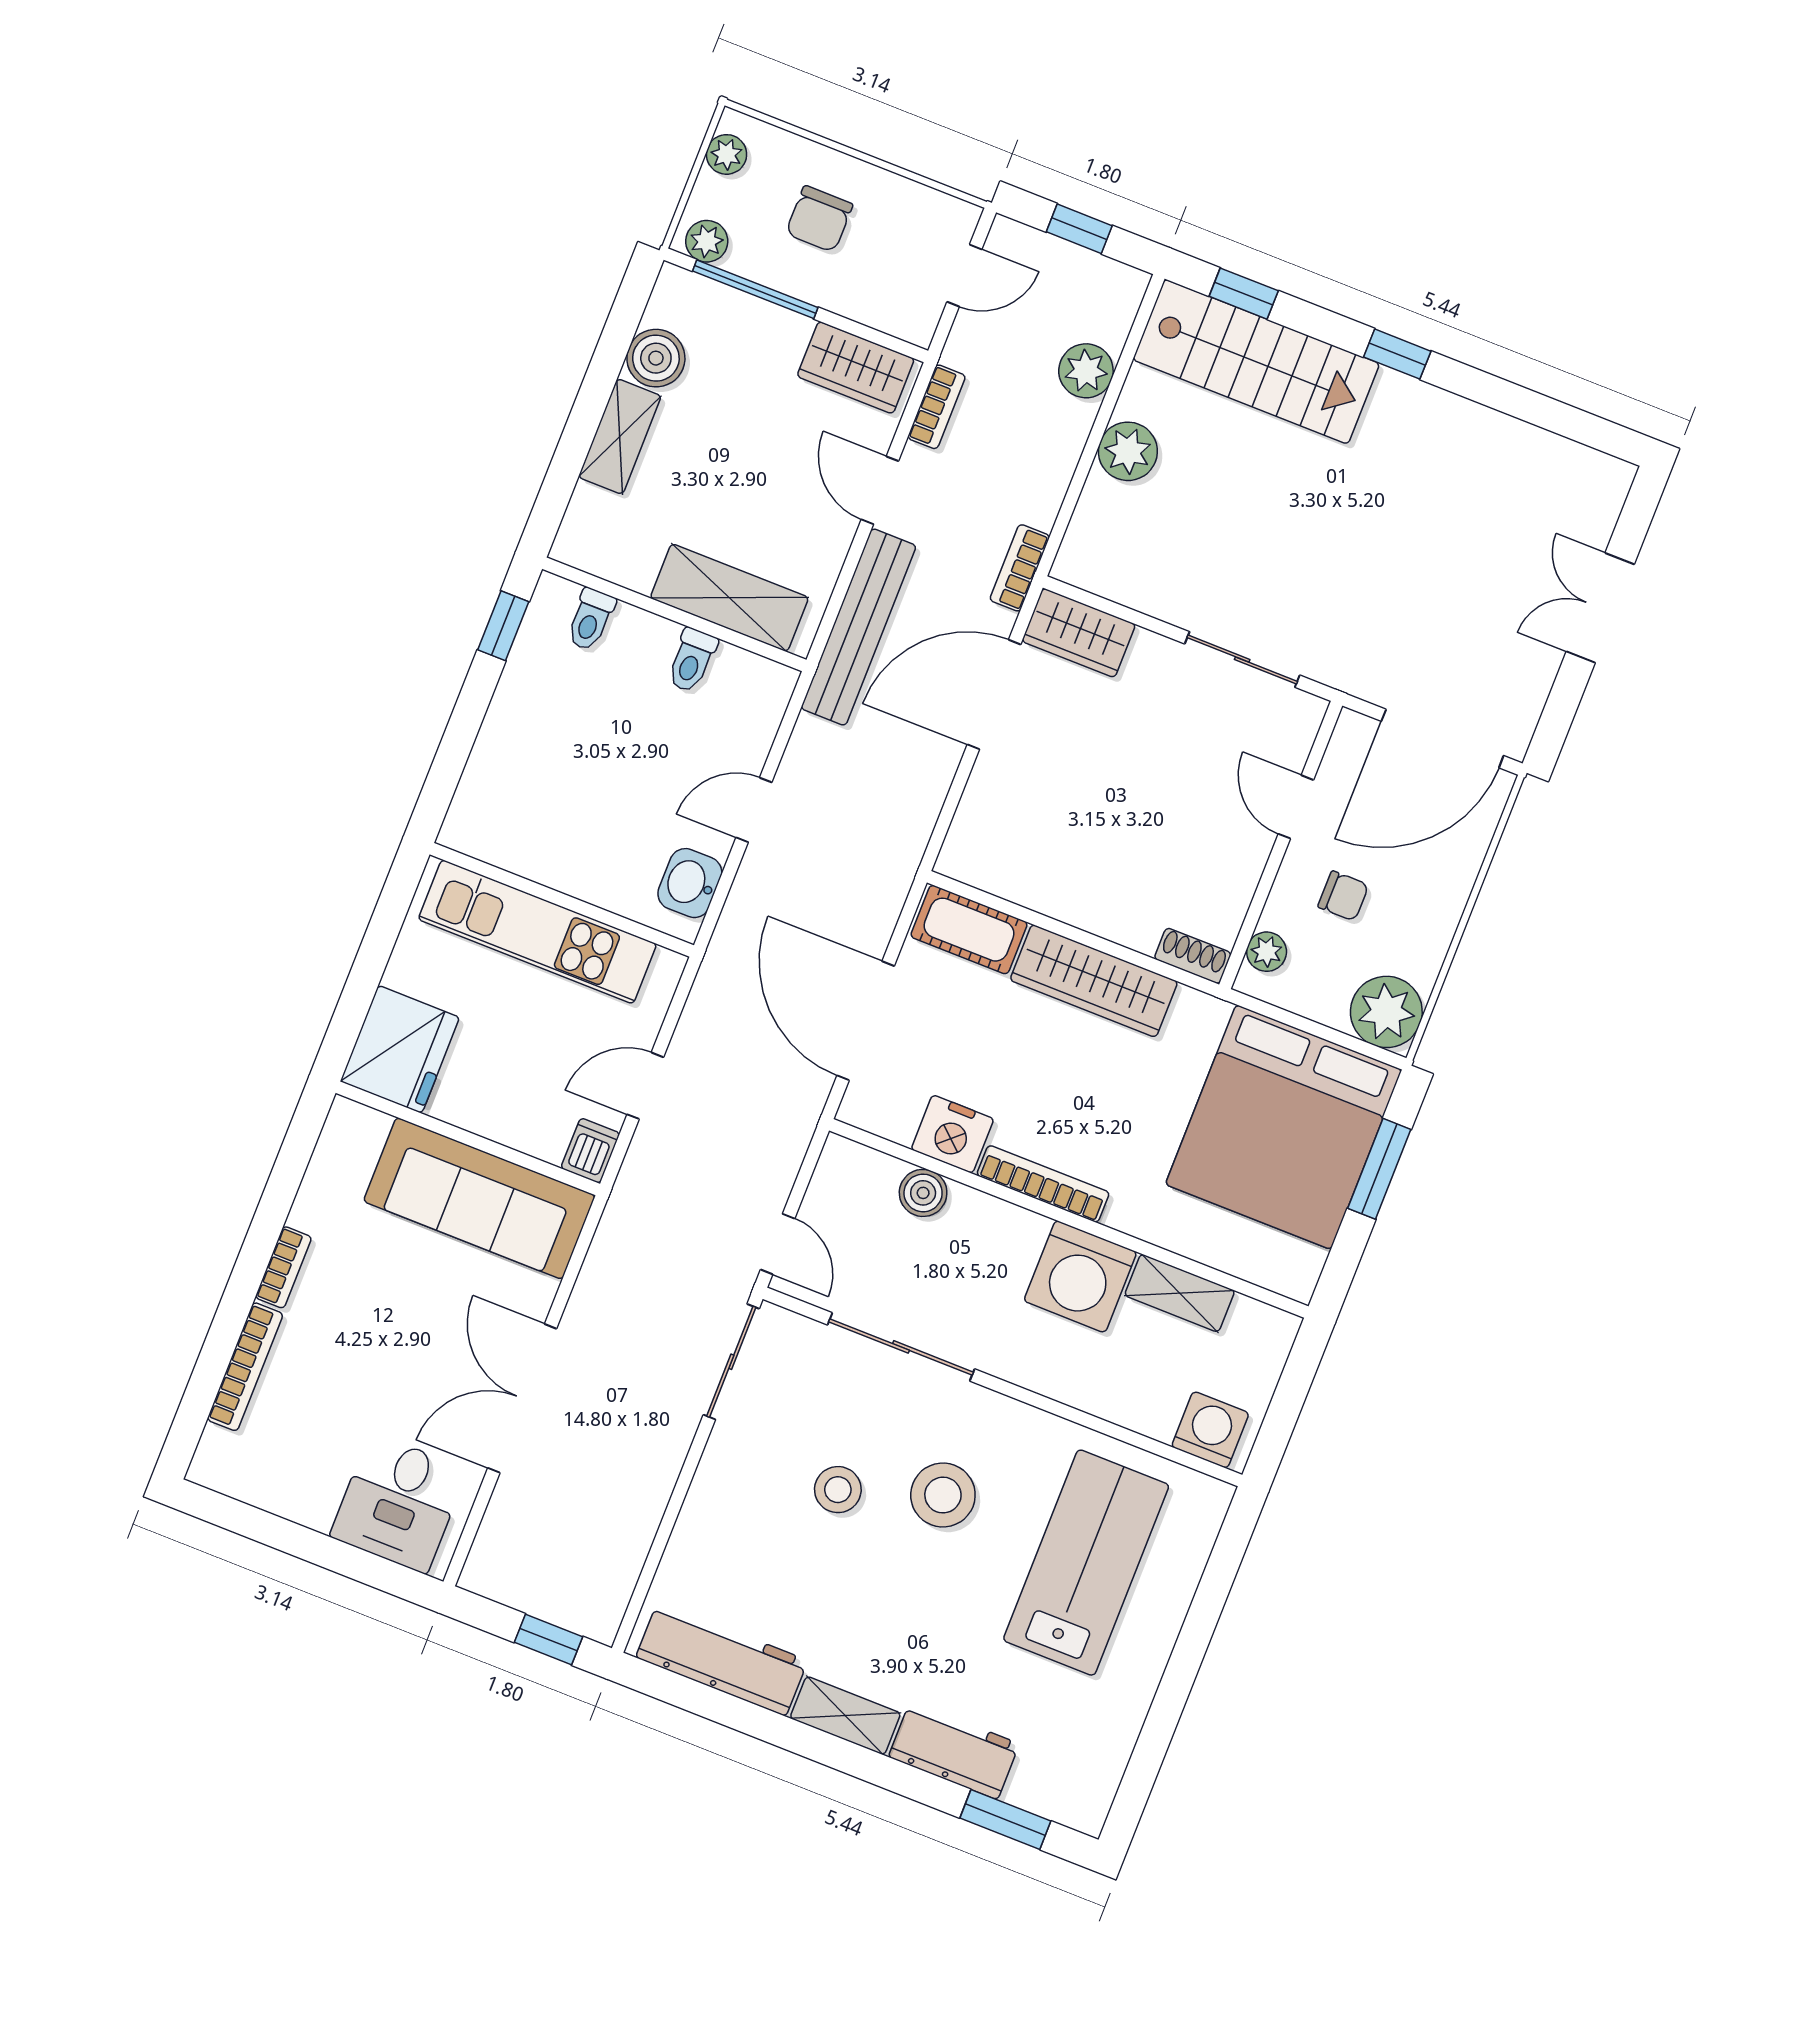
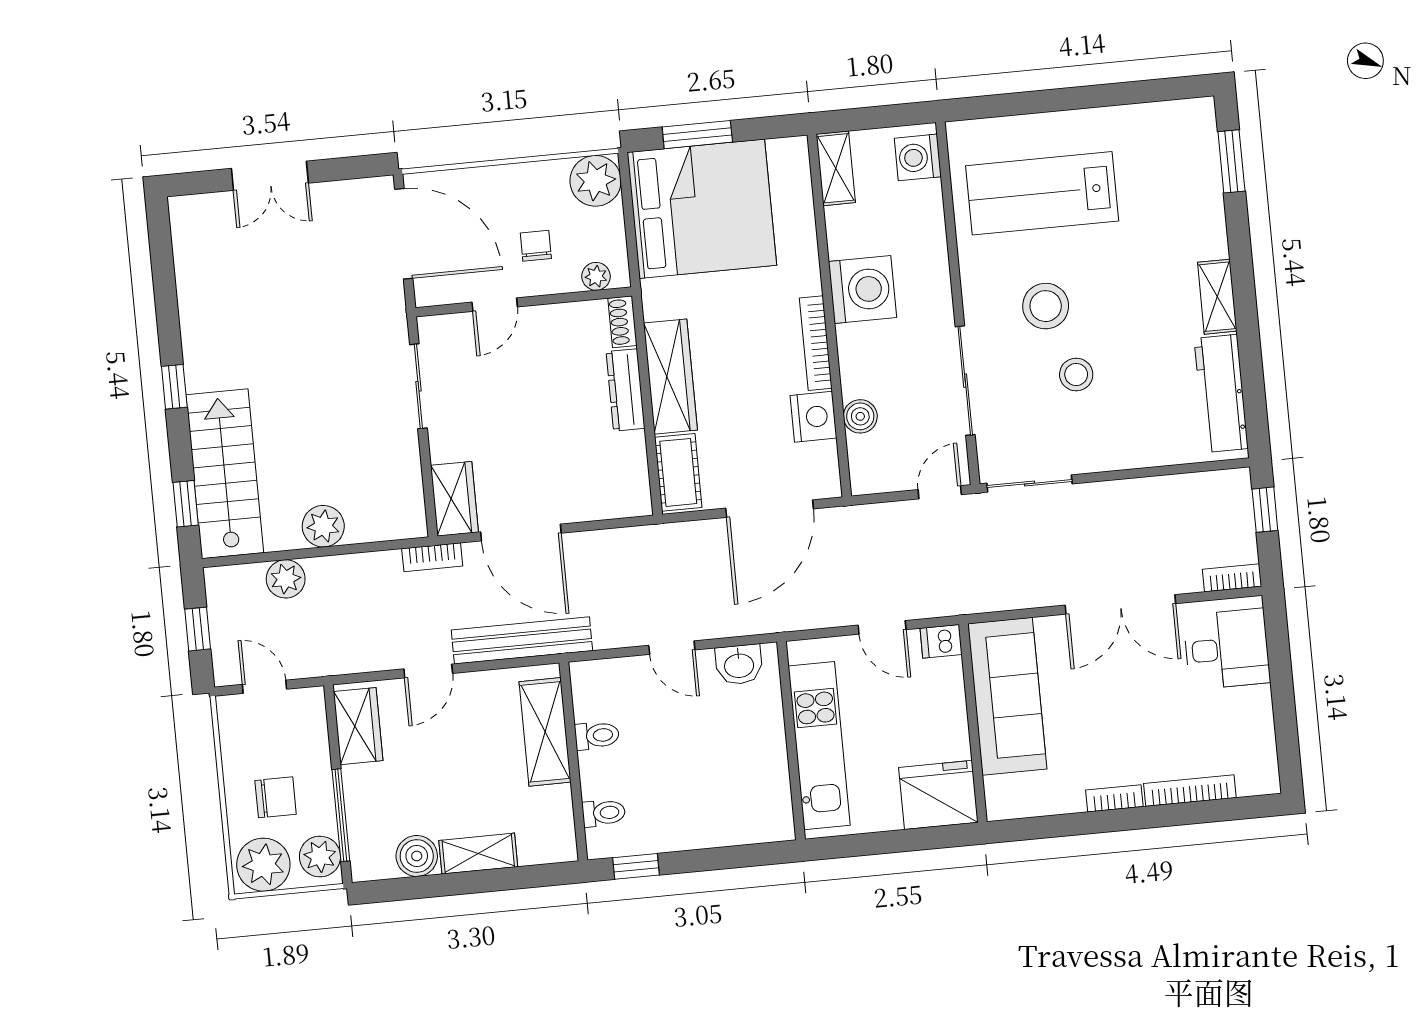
plant: (727, 154) -> (263, 865), width x1.87, depth x1.87
plant: (707, 241) -> (320, 857), width x1.38, depth x1.38
bookcase: (936, 407) -> (1232, 578), moved
dresser: (1106, 916) -> (626, 390), added
shelving: (1180, 1293) -> (836, 168), moved
workbench: (954, 1750) -> (1204, 217), removed

